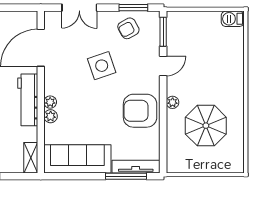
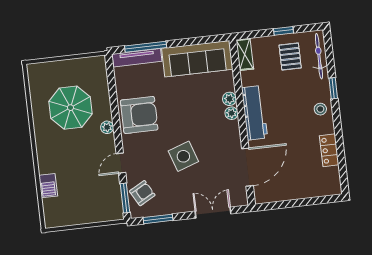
barbecue: (233, 19) -> (48, 186), moved, turned 90
armchair: (128, 28) -> (142, 193), moved

